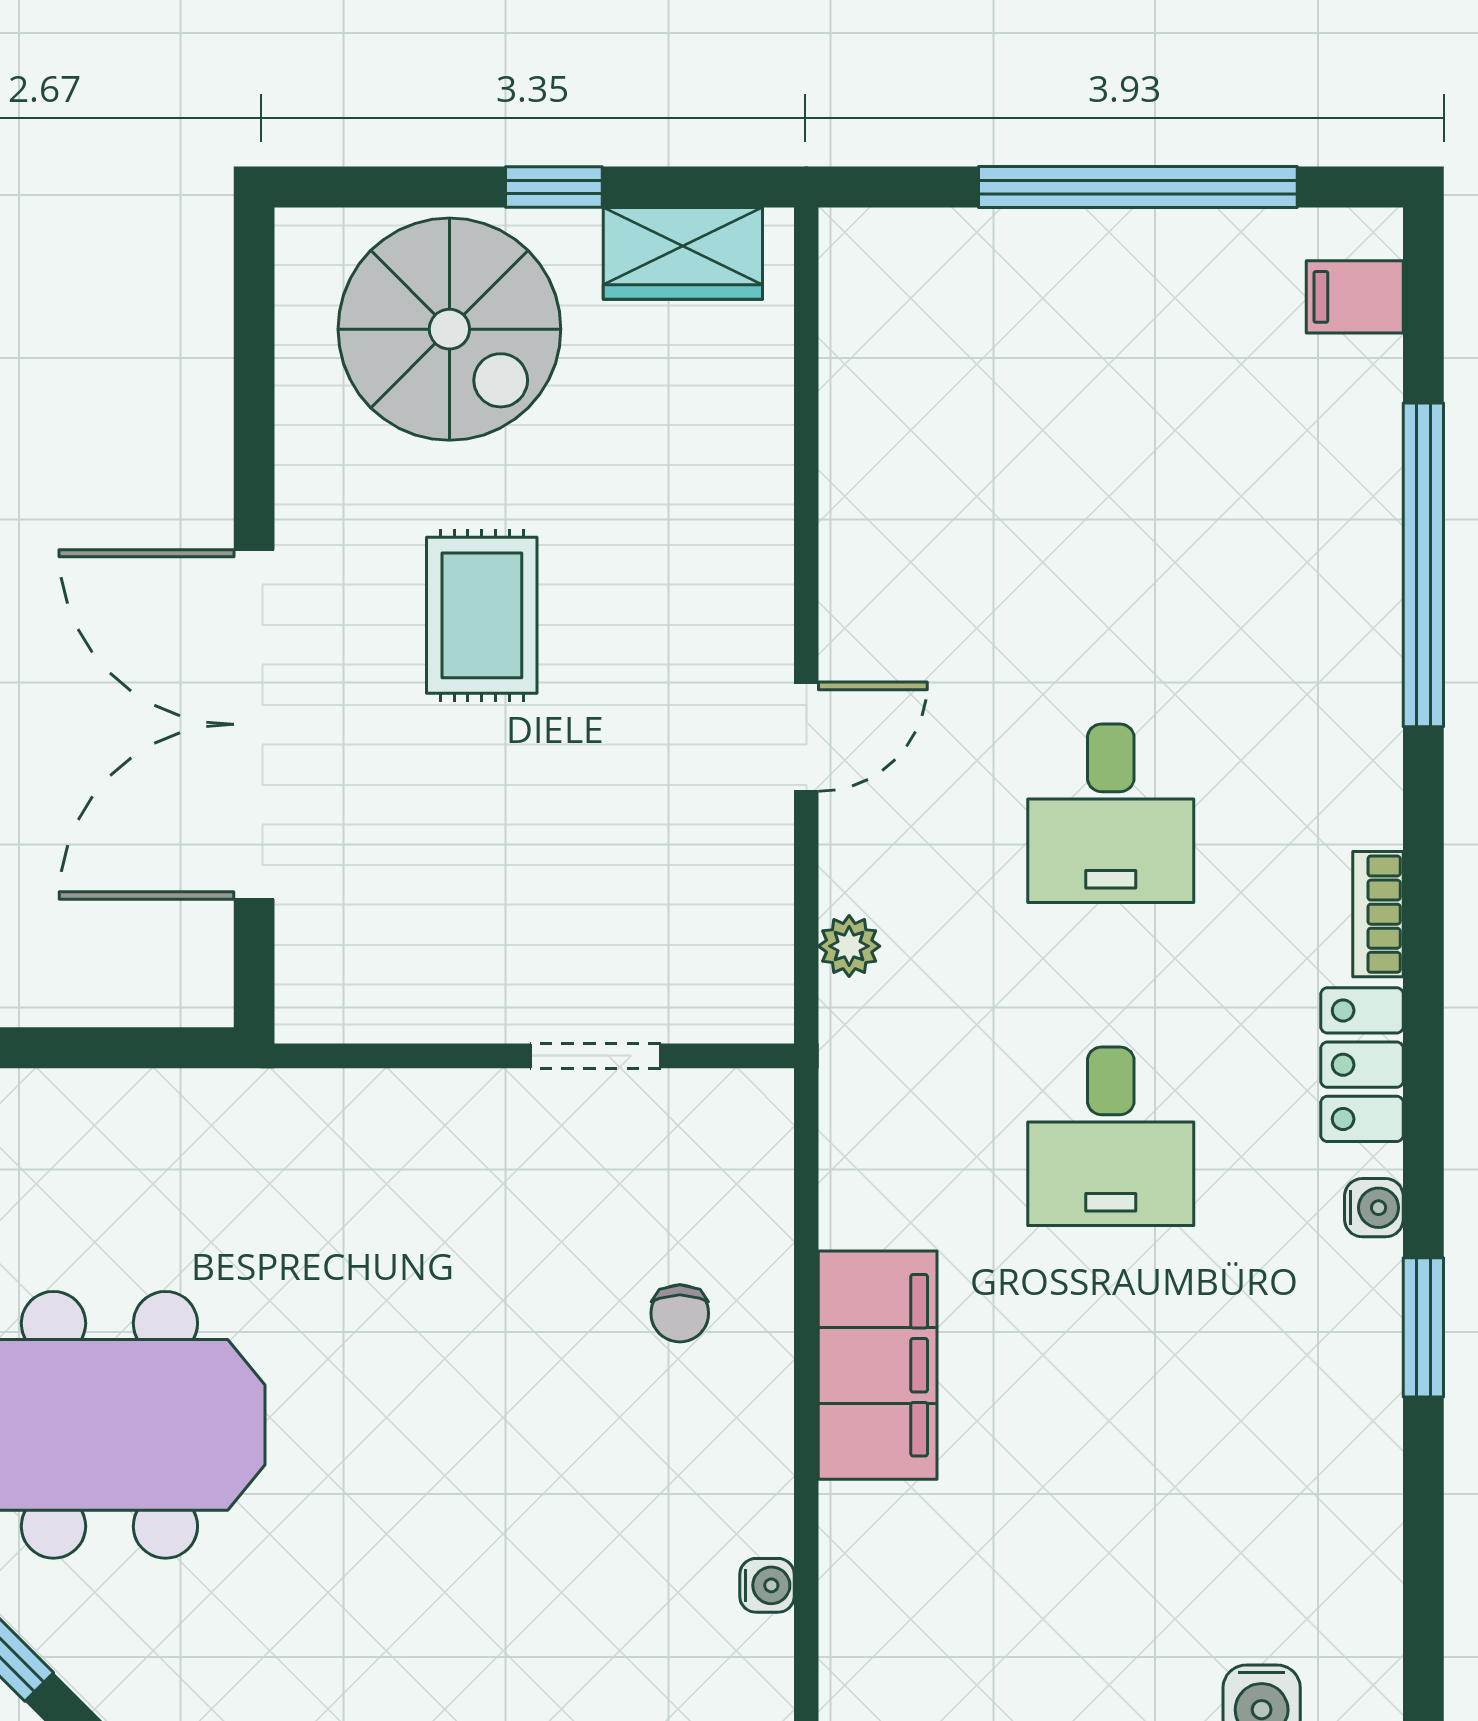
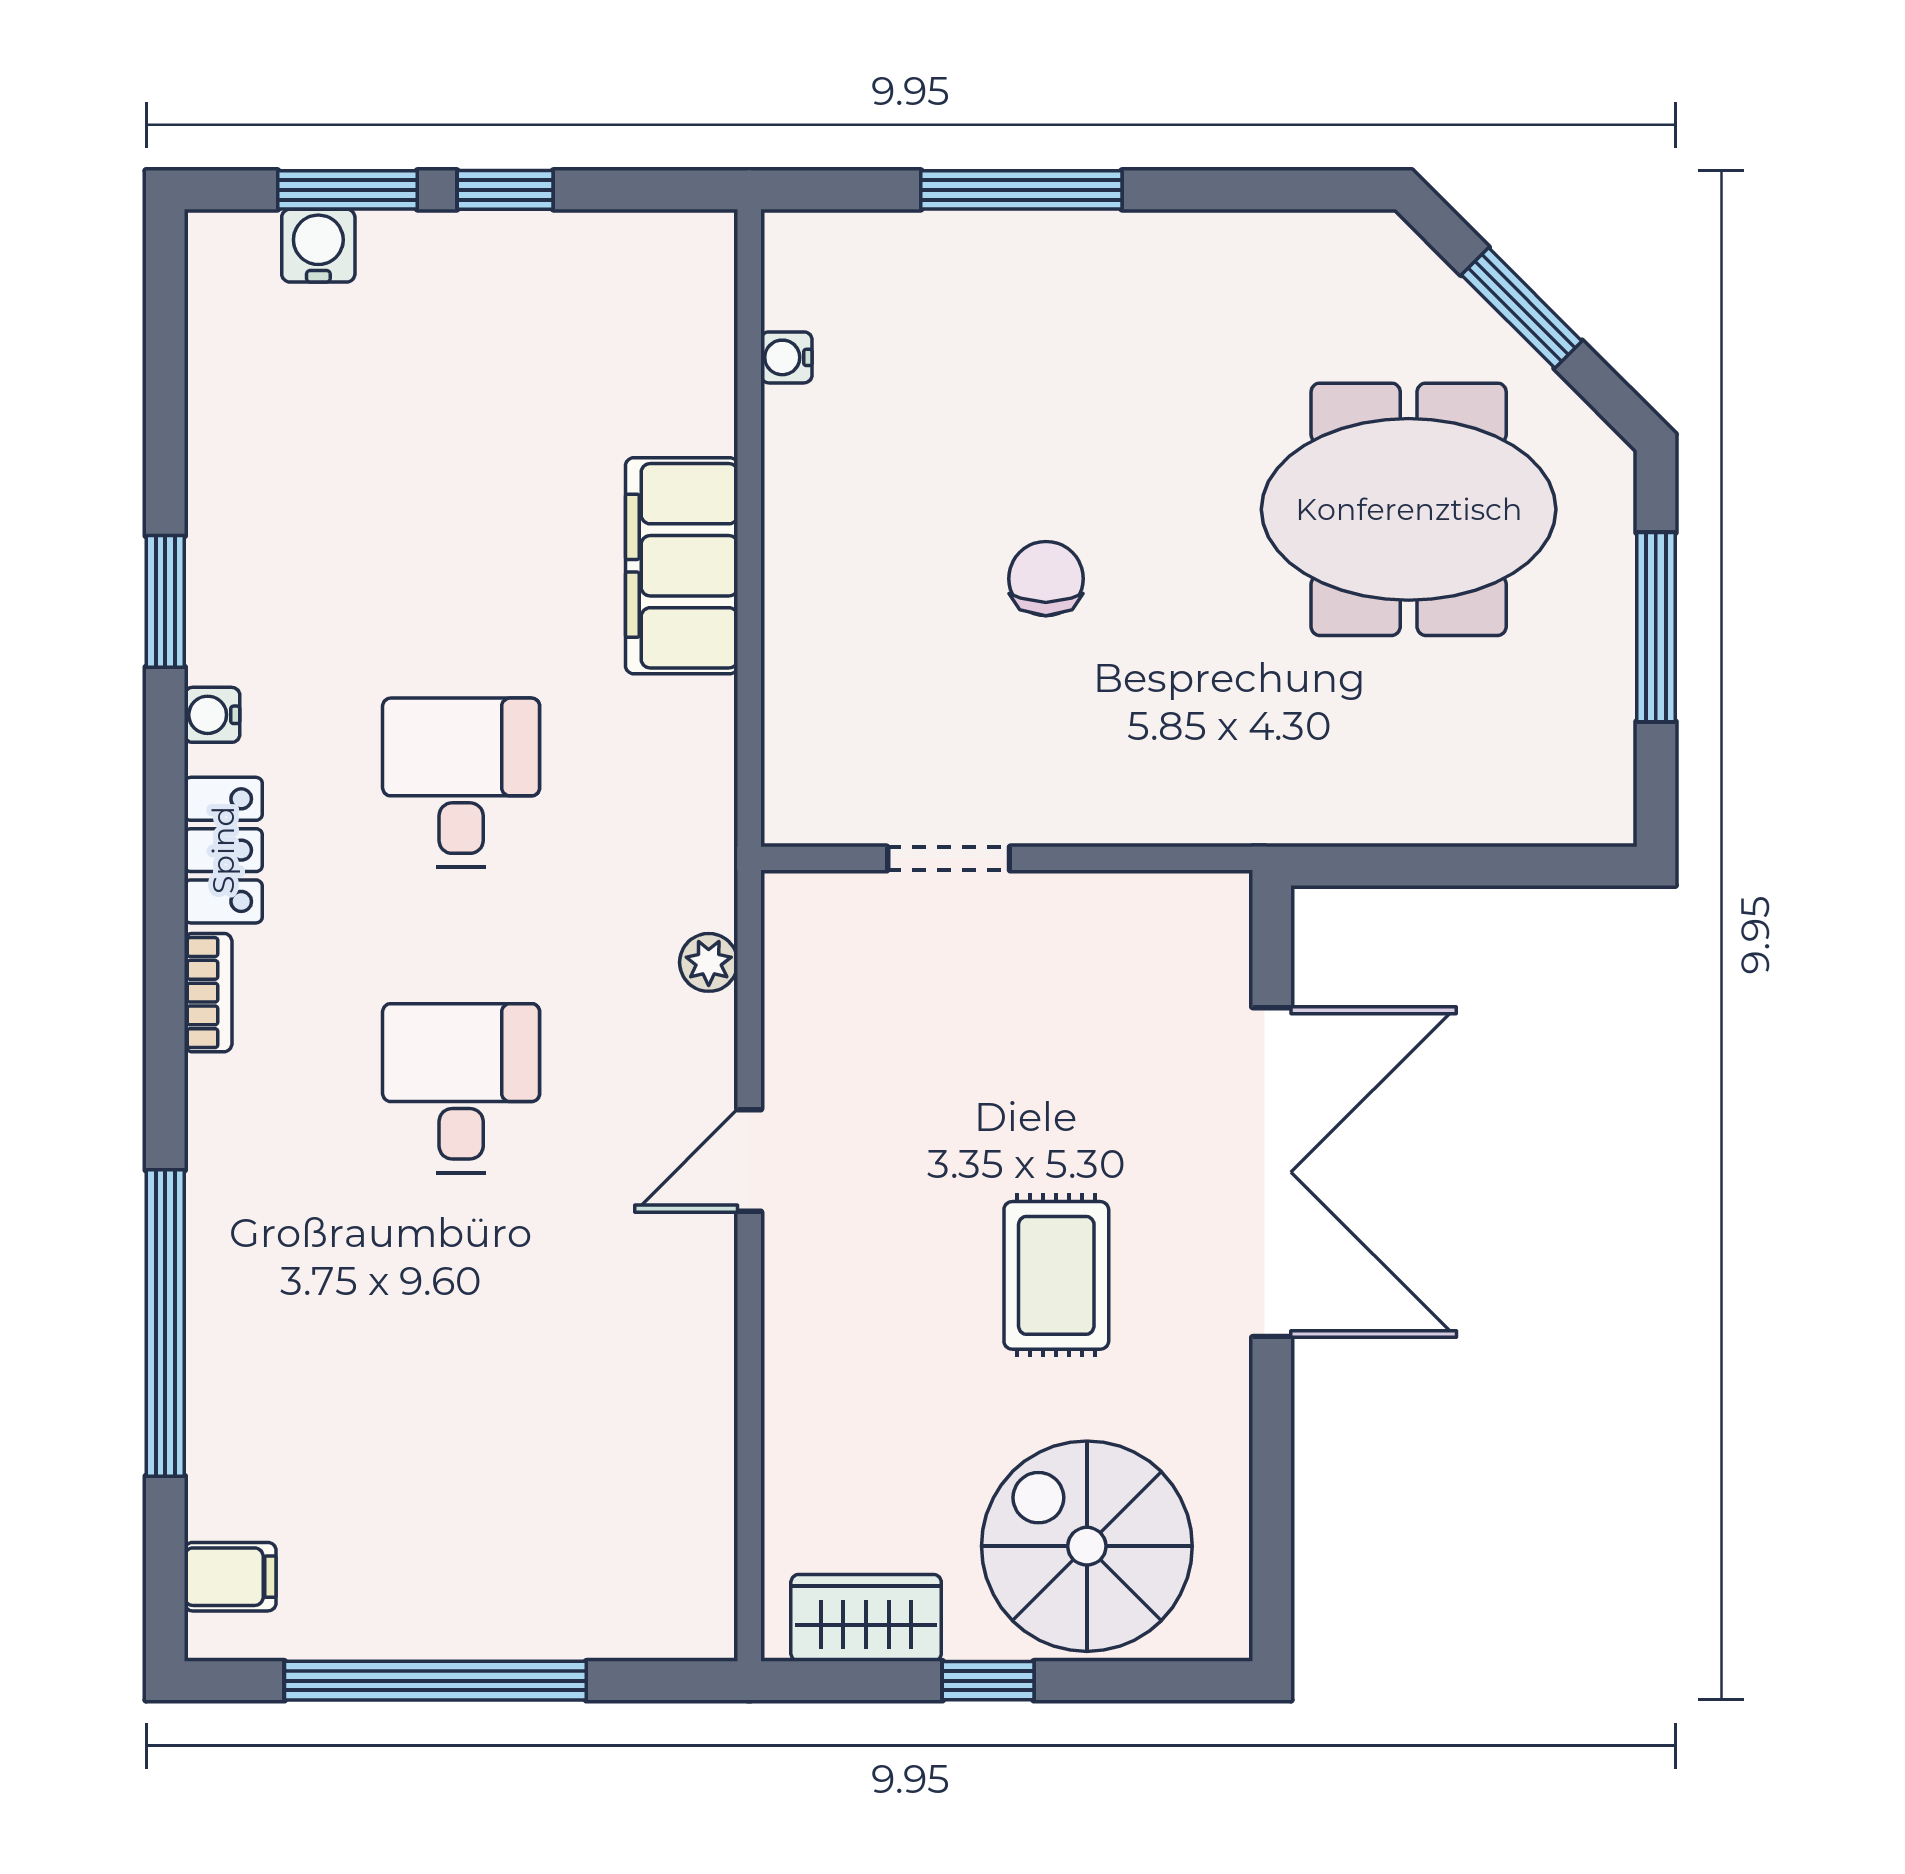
chair: (680, 1313) -> (1046, 579), moved, width x1.37, depth x1.37

